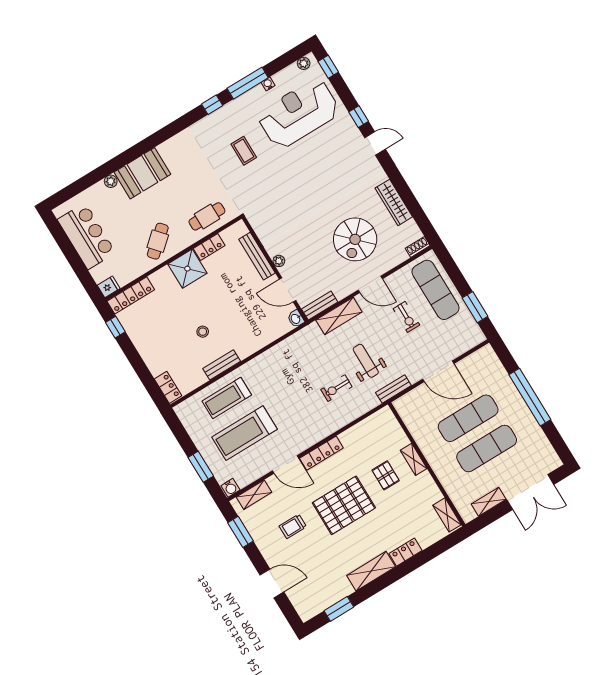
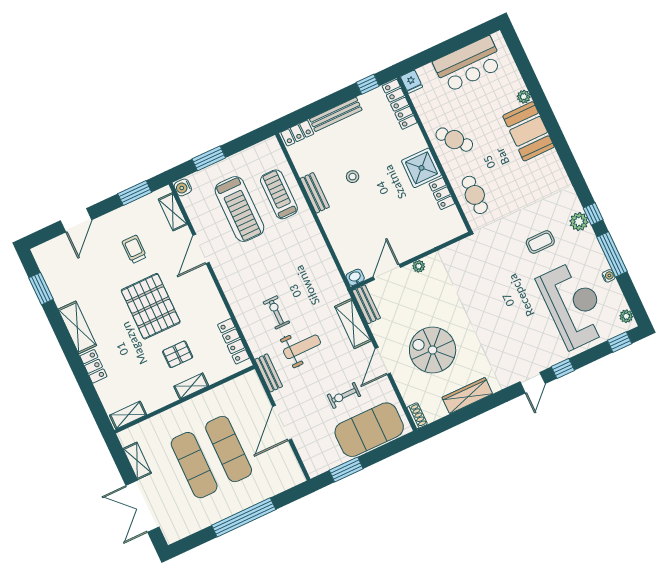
plant: (221, 117) -> (579, 222), added
bench: (257, 256) -> (336, 114), moved
exercise mat: (436, 290) -> (369, 430), width x1.47
treadmill: (244, 433) -> (239, 209), turned 180
locker: (321, 453) -> (233, 341), moved

